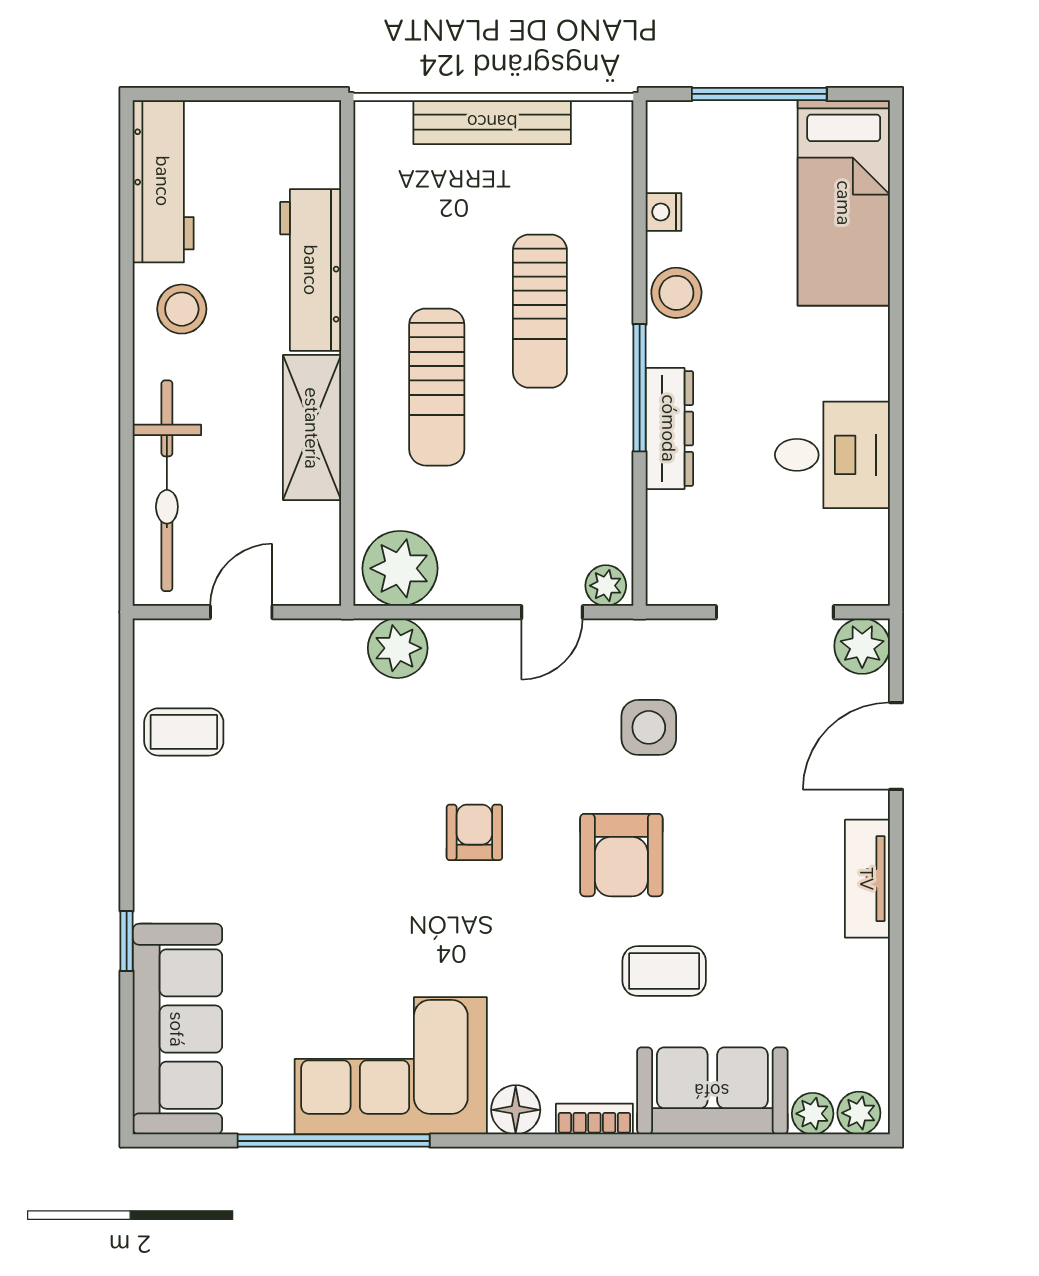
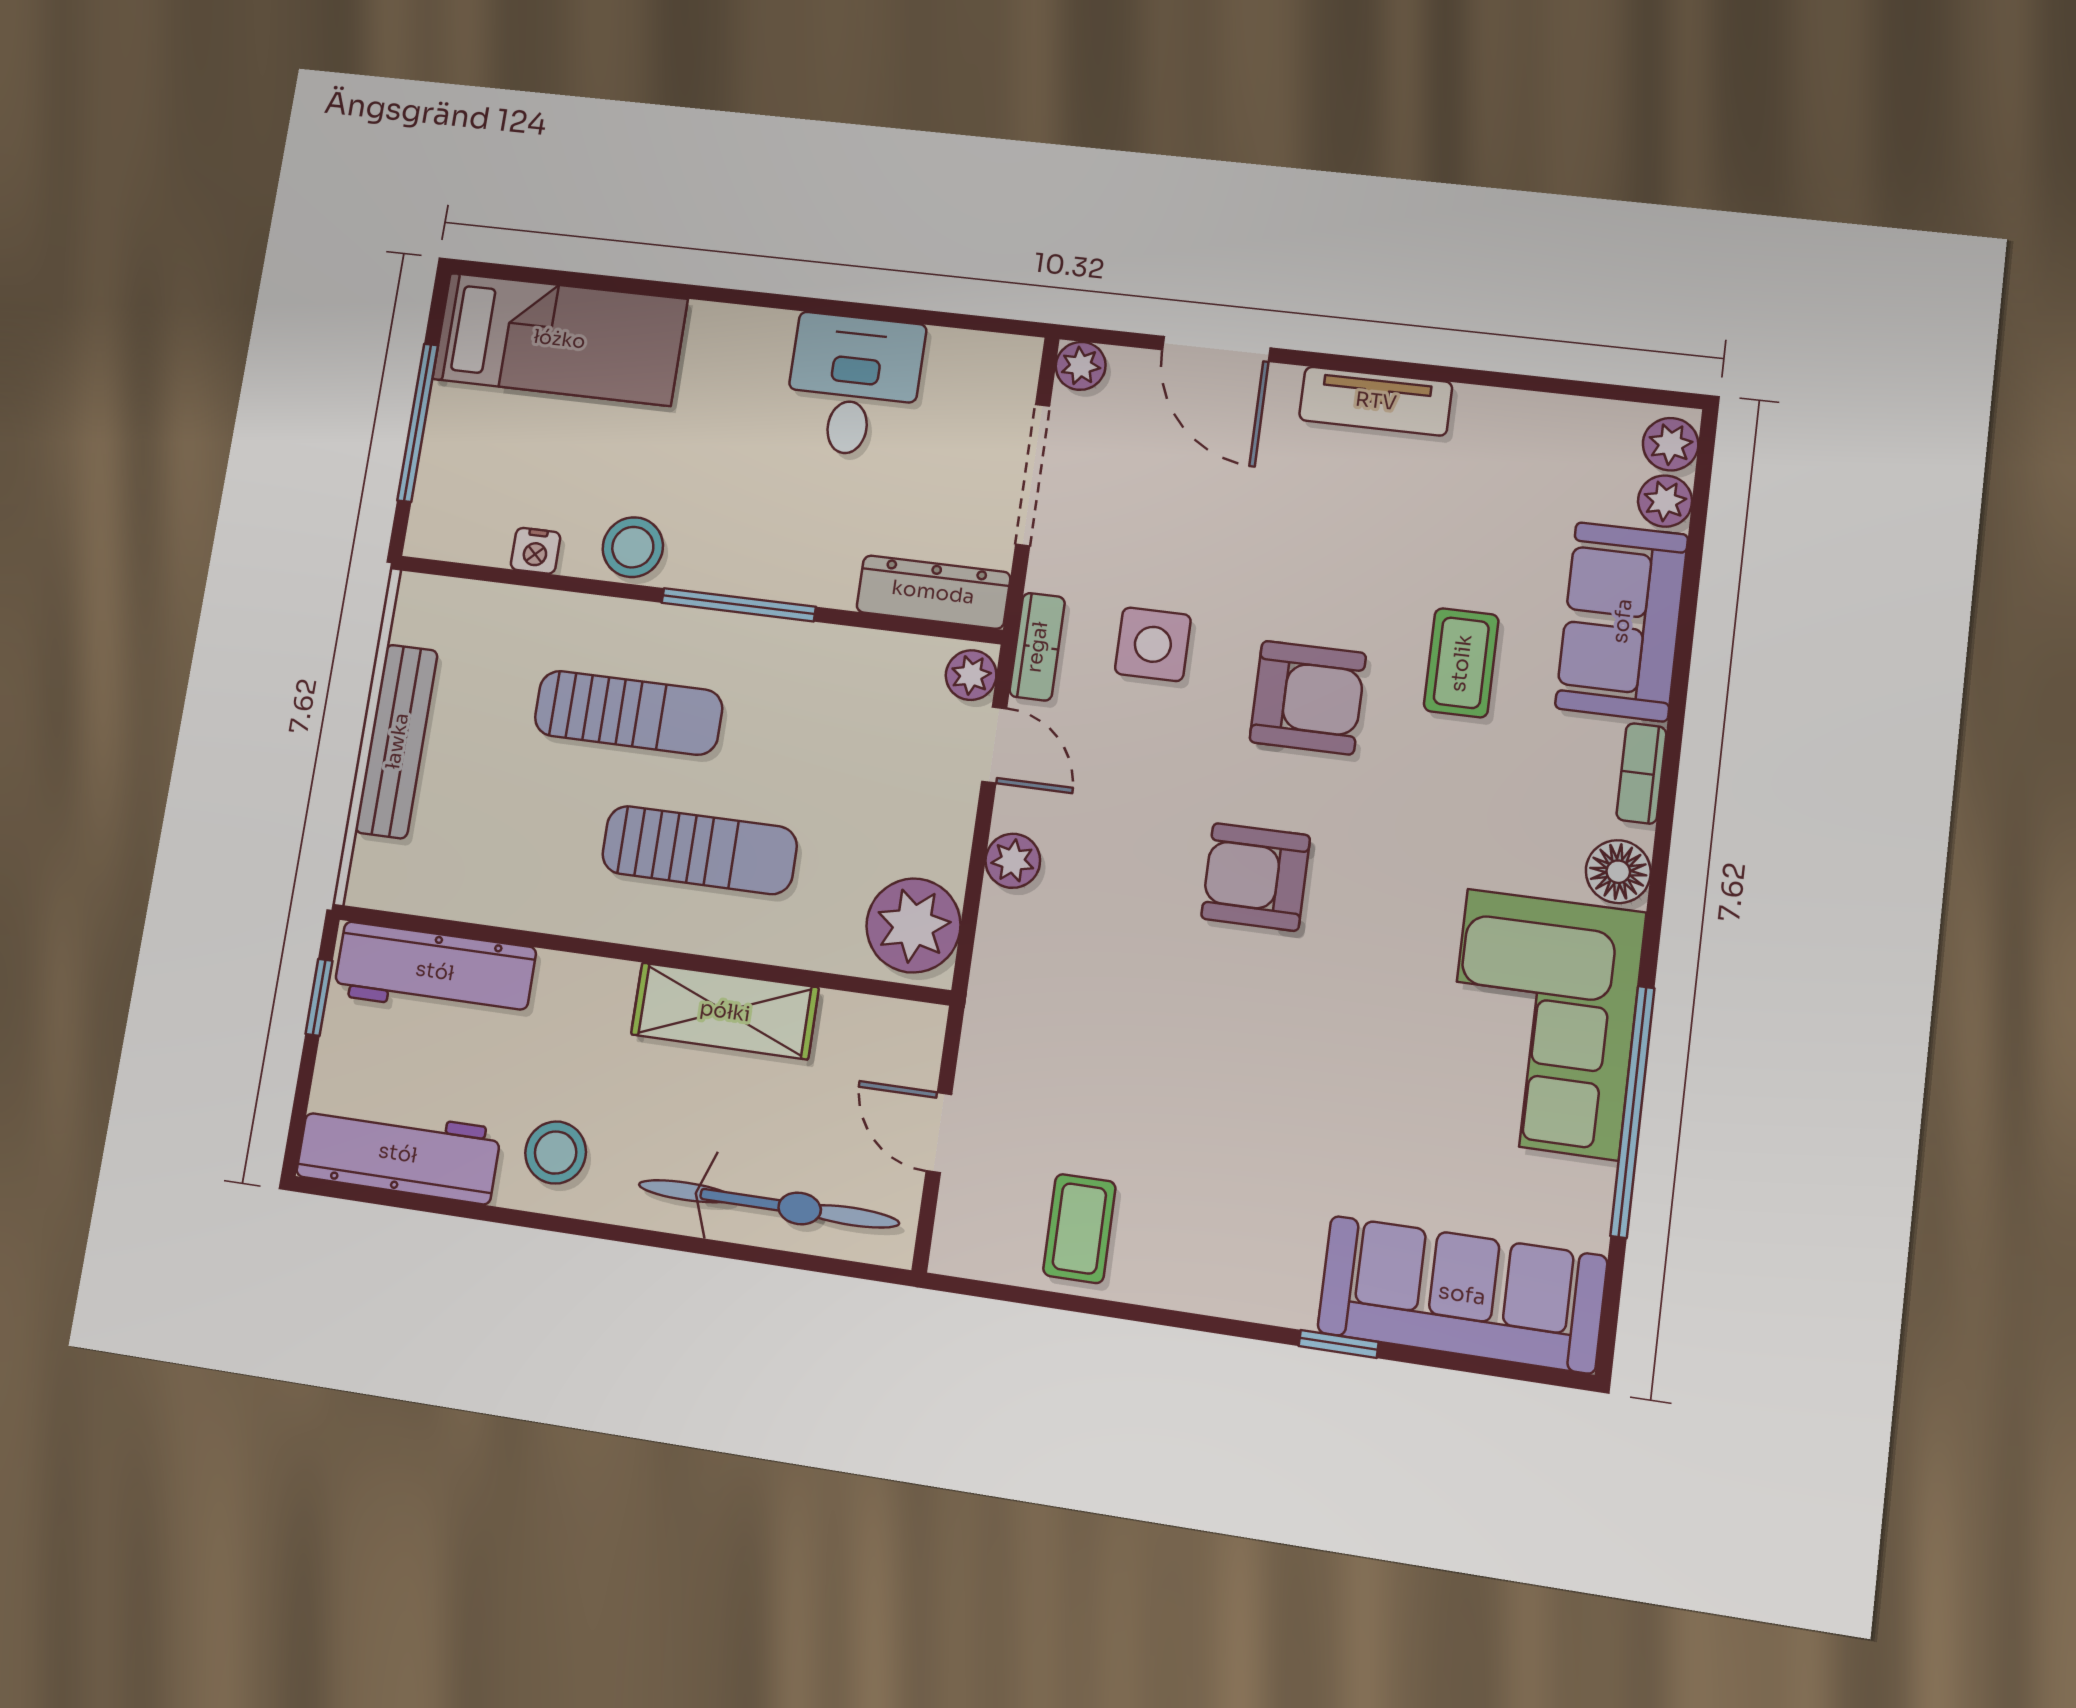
window: (277, 94) -> (319, 997), added
workbench: (311, 270) -> (435, 971), moved
dresser: (669, 428) -> (933, 592), moved
bookcase: (635, 635) -> (1037, 647), added
plant: (862, 646) -> (1081, 366), width x0.73, depth x0.73
plant: (398, 648) -> (1013, 861), moved, width x0.73, depth x0.73
armchair: (474, 832) -> (1256, 877), width x1.38, depth x1.38

